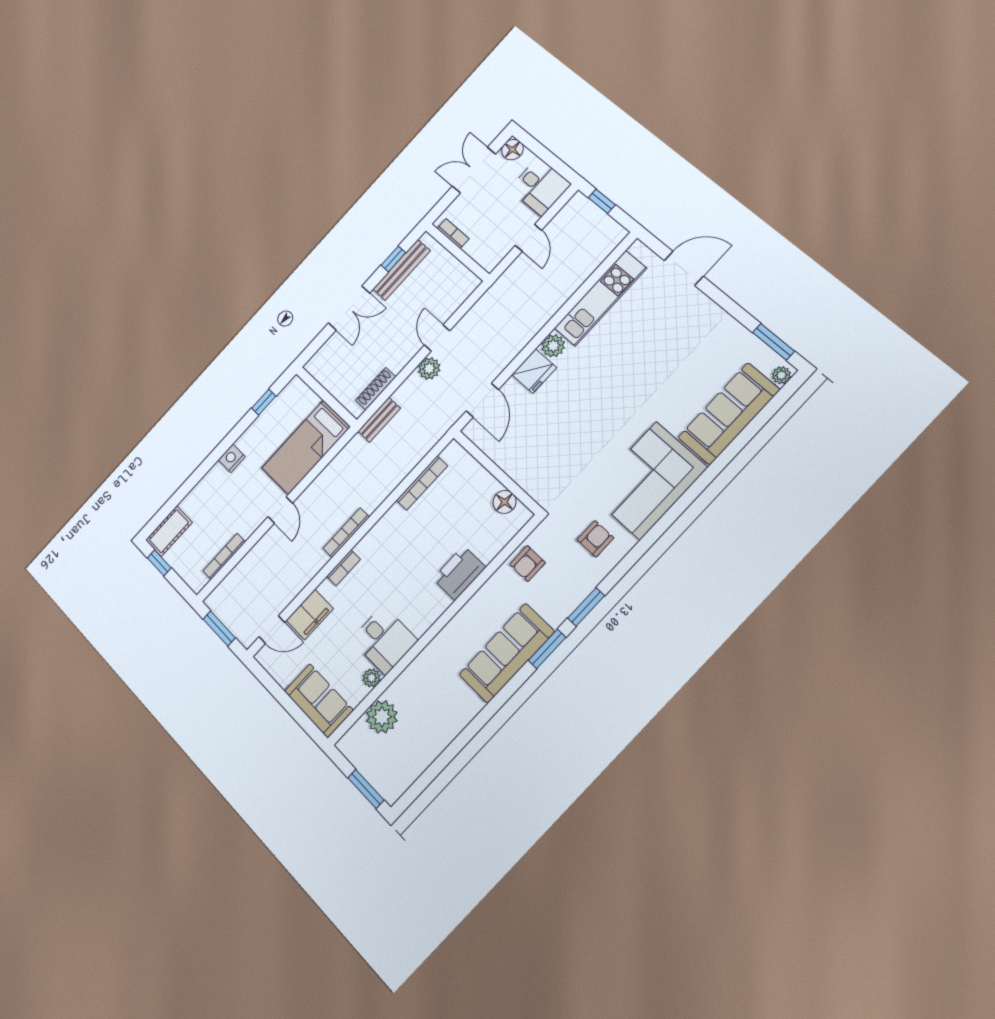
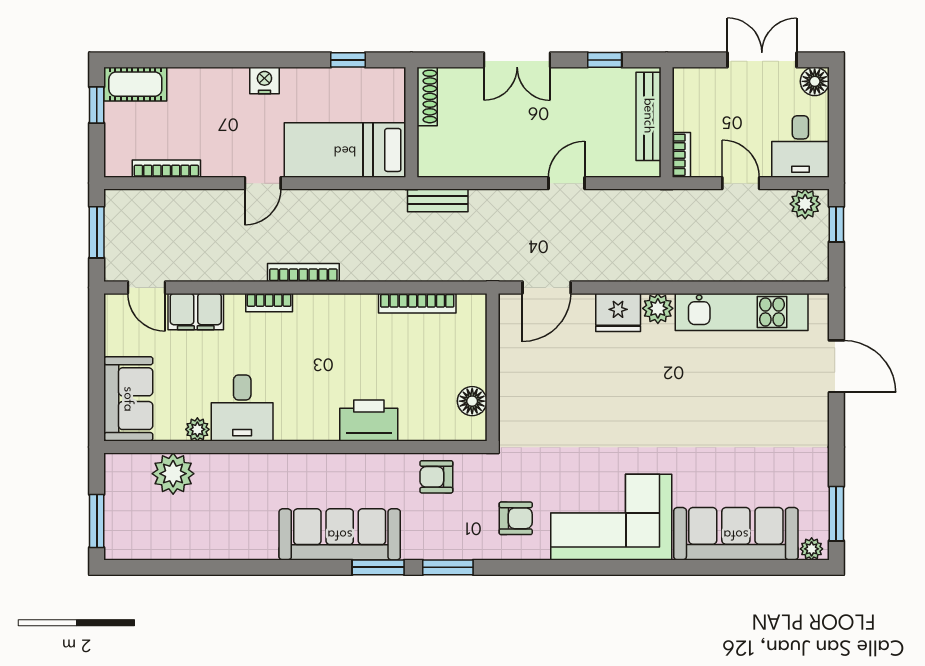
bookcase: (453, 234) -> (681, 155), moved
door: (528, 238) -> (741, 183), swing flipped
bench: (402, 270) -> (648, 116), moved, turned 90
plant: (429, 369) -> (805, 204), moved
shoe rack: (376, 389) -> (427, 96), moved, turned 90

